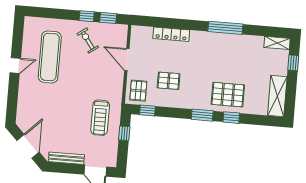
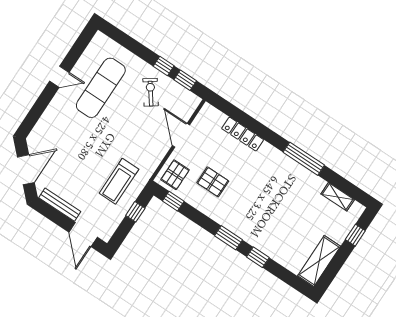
shelving: (277, 43) -> (338, 197), moved
pallet: (228, 95) -> (268, 231), removed

